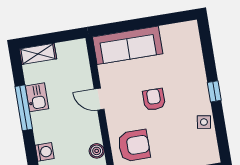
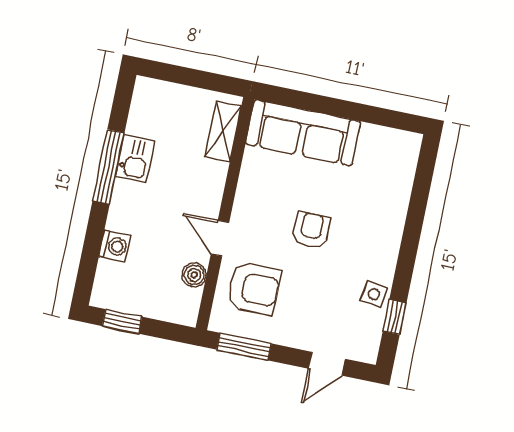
shelving: (38, 54) -> (223, 131), moved, turned 90
window: (214, 91) -> (395, 317), moved
door: (99, 99) -> (220, 238), moved

